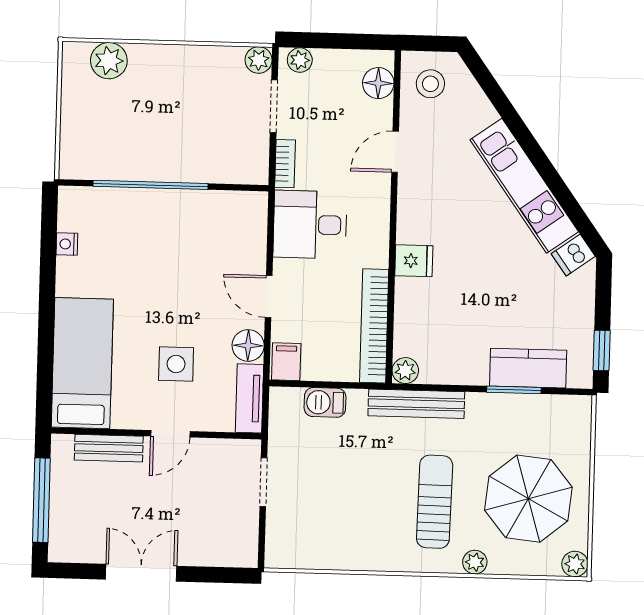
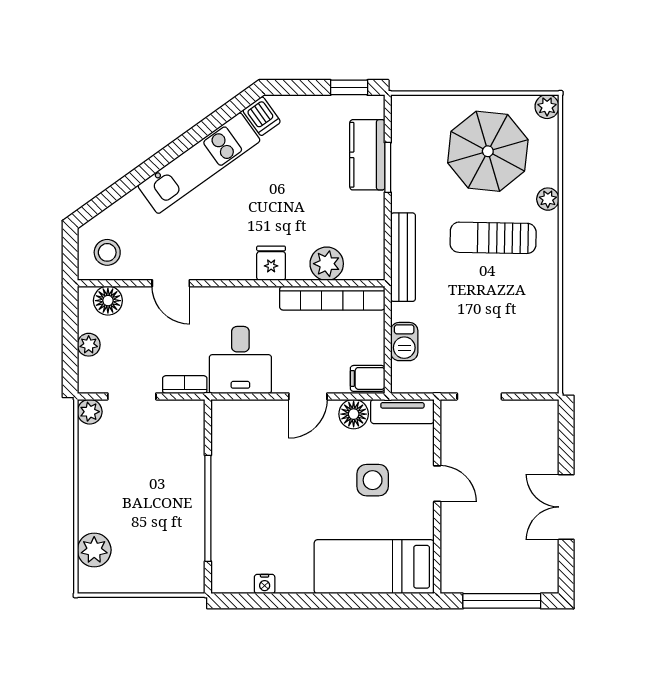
plant: (300, 60) -> (89, 345), moved
plant: (405, 371) -> (327, 264), moved, width x1.38, depth x1.38
bench: (109, 448) -> (452, 540), removed

